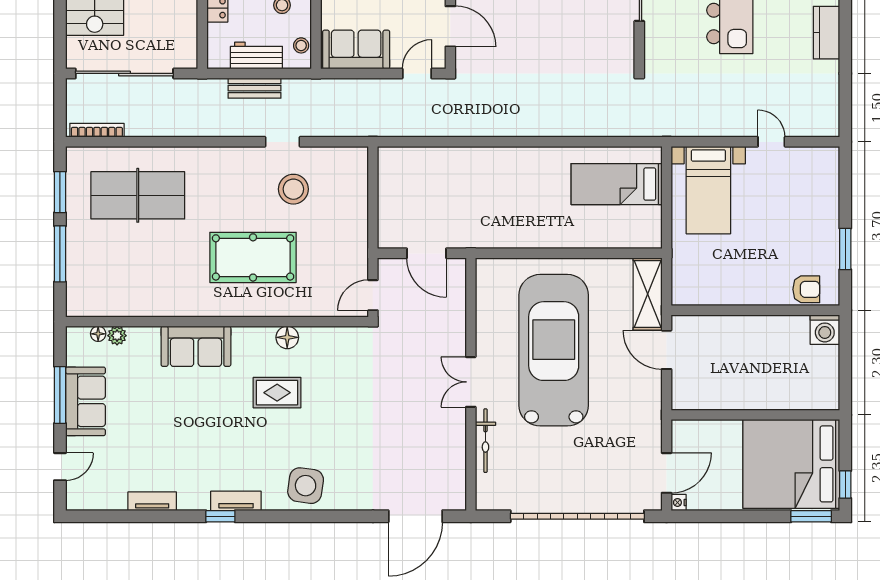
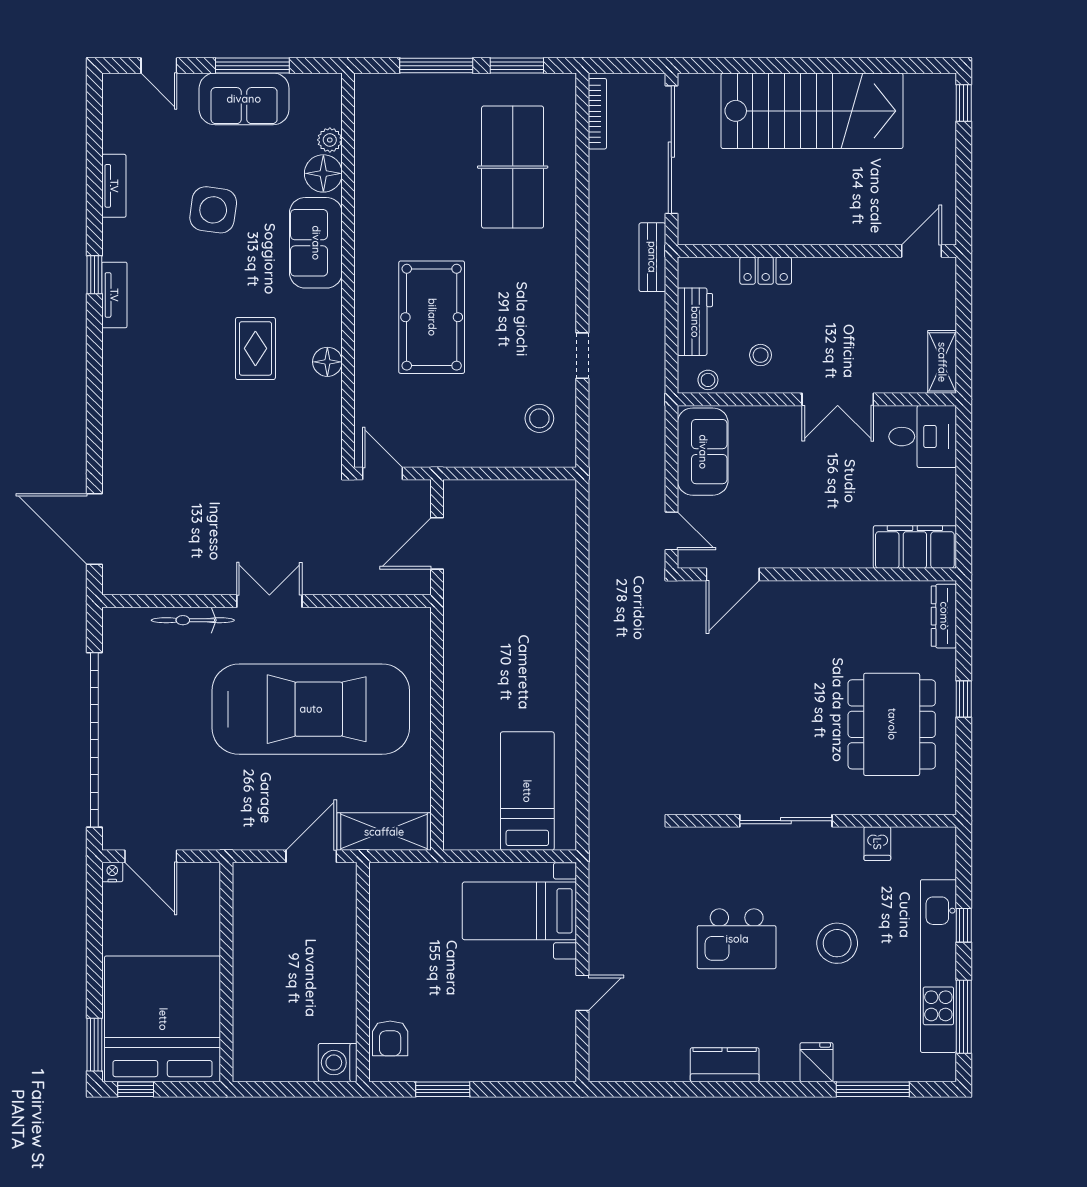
bench: (254, 88) -> (652, 257), moved
stool: (293, 189) -> (539, 418), moved, width x0.73, depth x0.73
floor lamp: (98, 334) -> (323, 173), moved, width x1.89, depth x1.89
side table: (306, 486) -> (213, 210), moved

